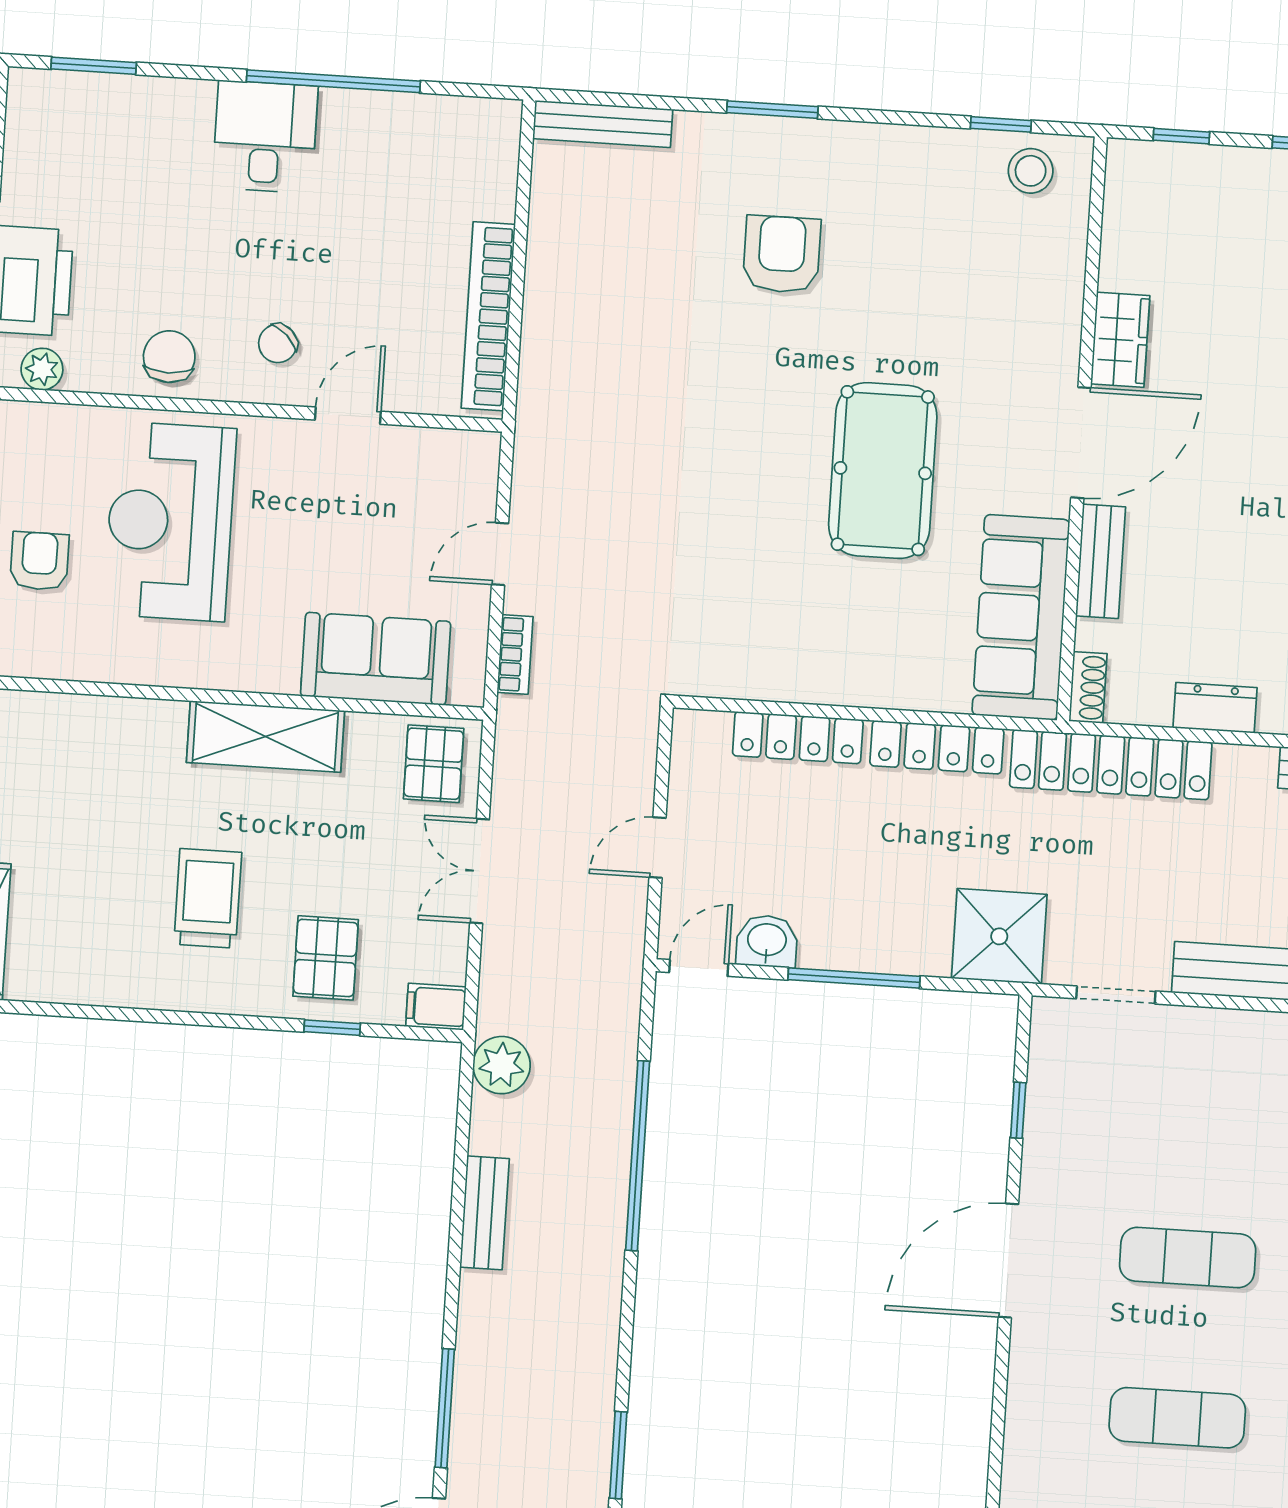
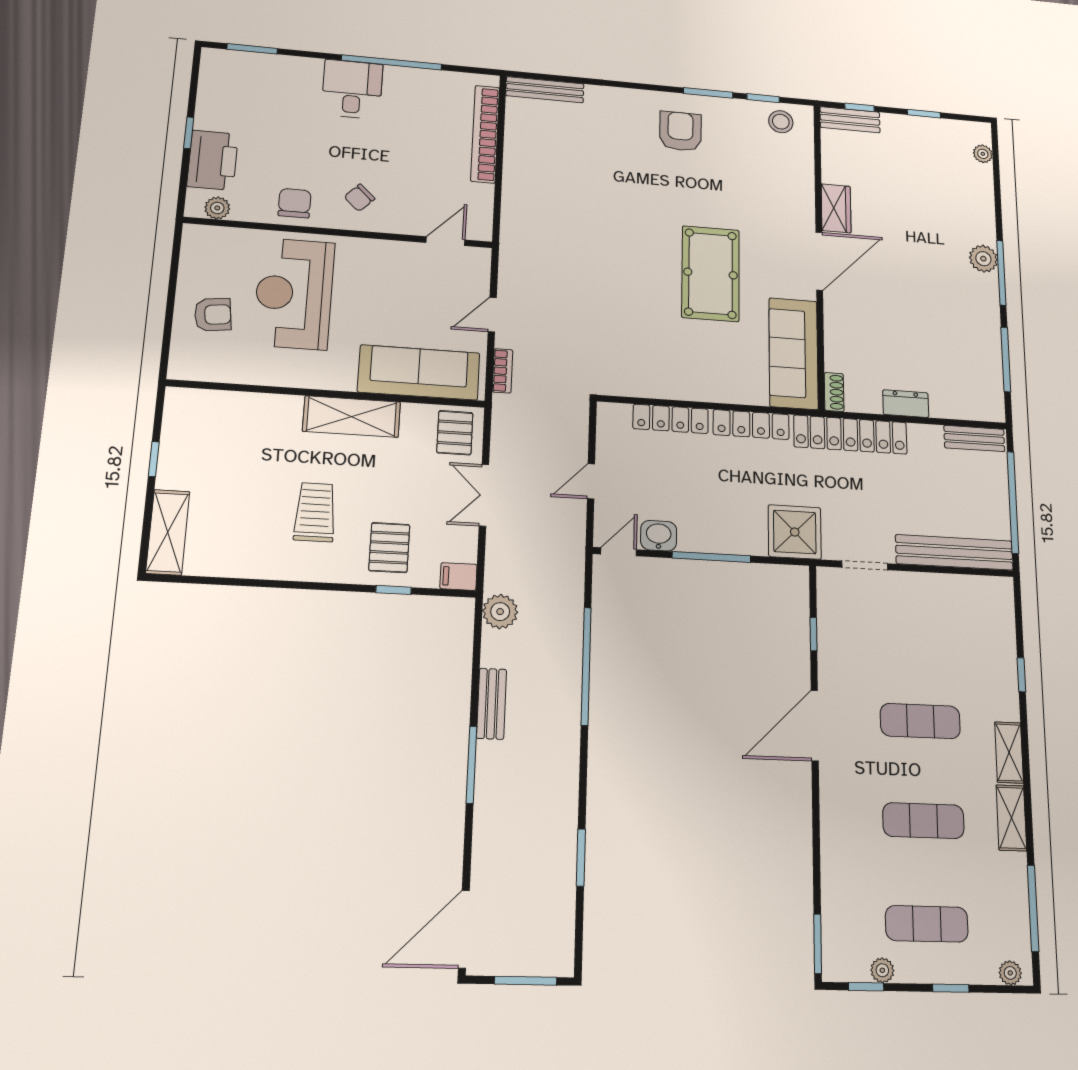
window: (772, 110) -> (708, 93), moved
armchair: (782, 254) -> (680, 131), moved
bookcase: (488, 316) -> (485, 134), moved
door: (348, 416) -> (445, 241), moved
armchair: (39, 561) -> (213, 315), turned 83
bench: (1101, 561) -> (850, 120), moved, turned 90
sofa: (376, 659) -> (419, 372), width x1.36
window: (445, 1408) -> (471, 765), moved

